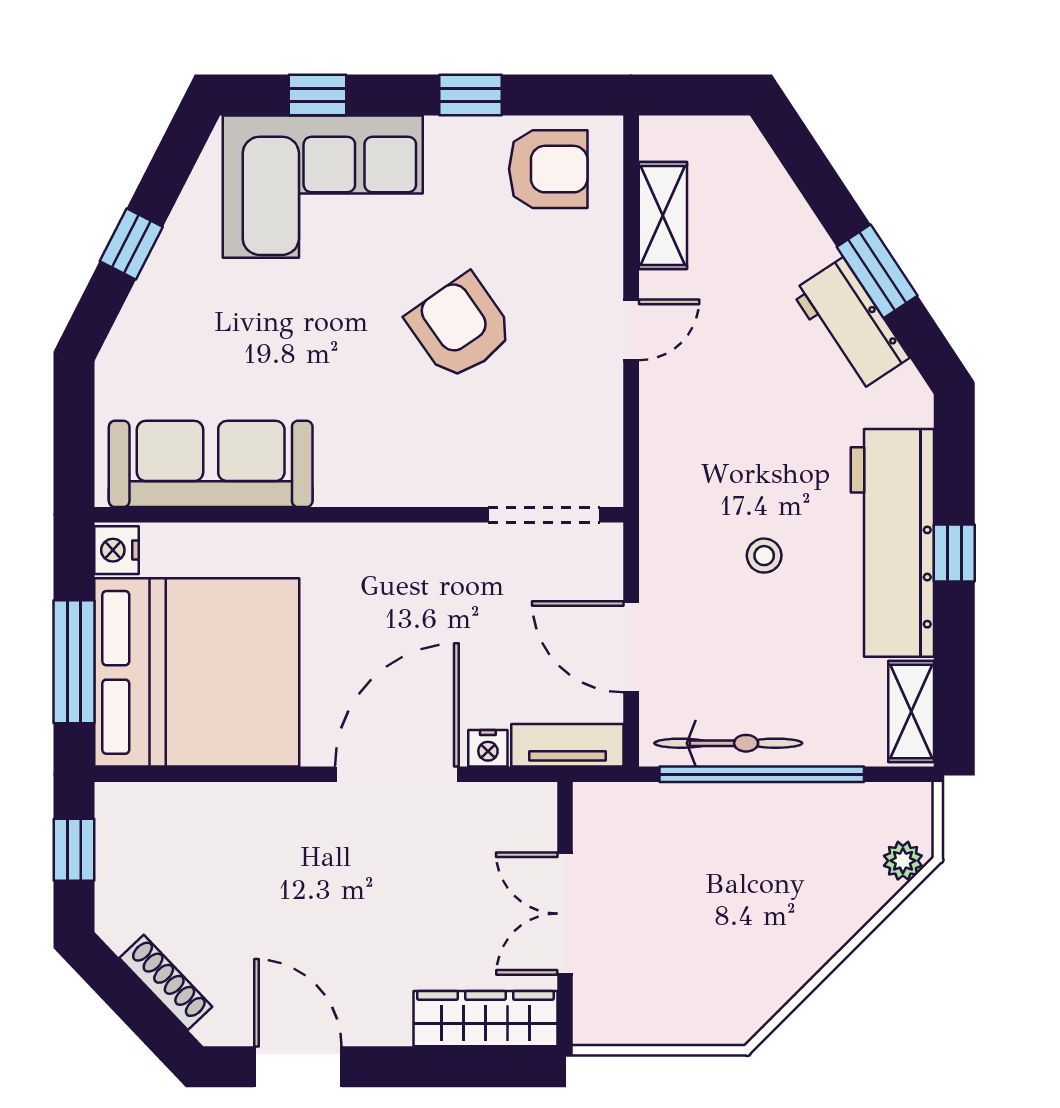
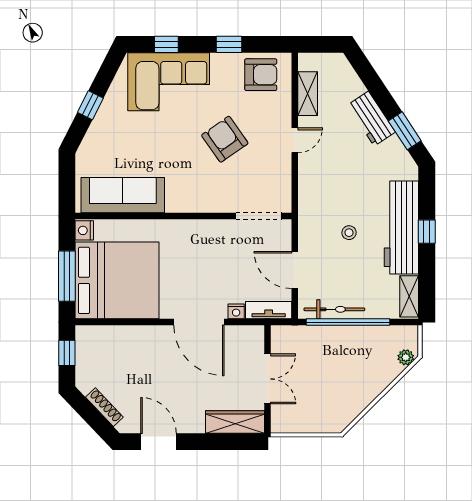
window: (877, 271) -> (405, 131), moved
workbench: (850, 325) -> (371, 119), moved
door: (397, 774) -> (199, 322), swing flipped
double door: (565, 914) -> (268, 379), swing flipped

